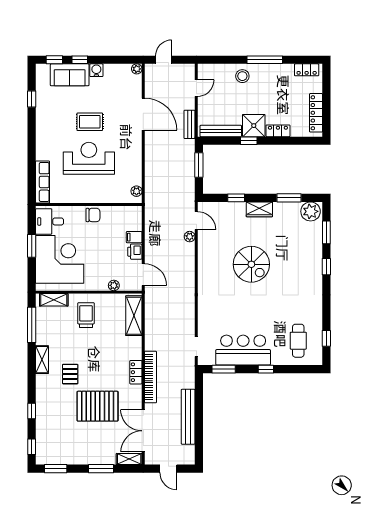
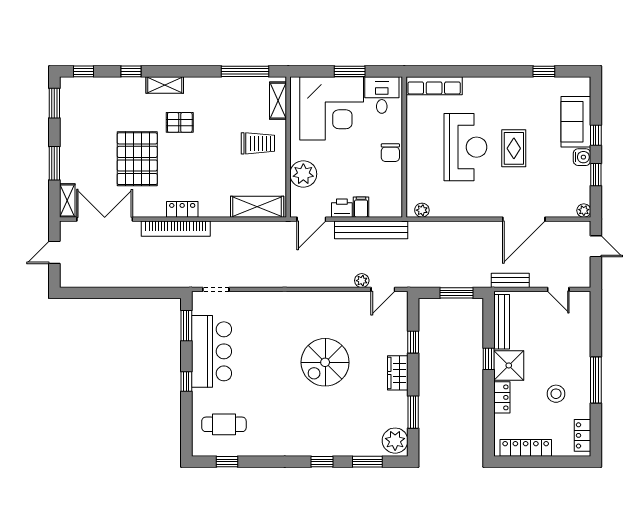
window: (54, 60) -> (596, 175), moved
stool: (242, 76) -> (556, 394), moved
plant: (114, 285) -> (303, 174), width x1.88, depth x1.88
shelving: (42, 360) -> (165, 85), moved
bench: (188, 417) -> (371, 230), moved

